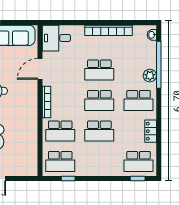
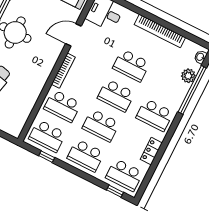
plant: (150, 76) -> (188, 76), moved
school desk: (99, 162) -> (86, 156), added

